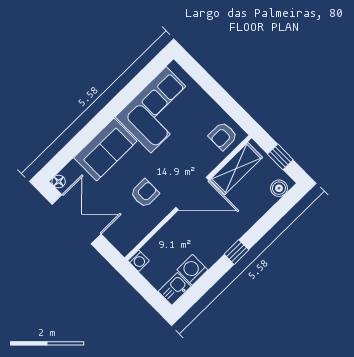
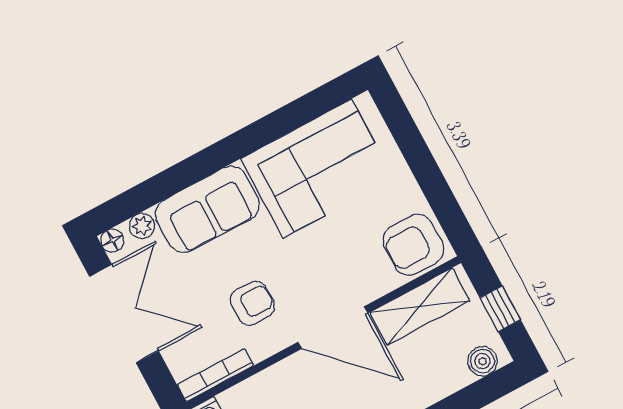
armchair: (223, 136) -> (413, 245), width x1.38, depth x1.38
plant: (72, 169) -> (142, 226), added
bookcase: (136, 238) -> (215, 375), added

